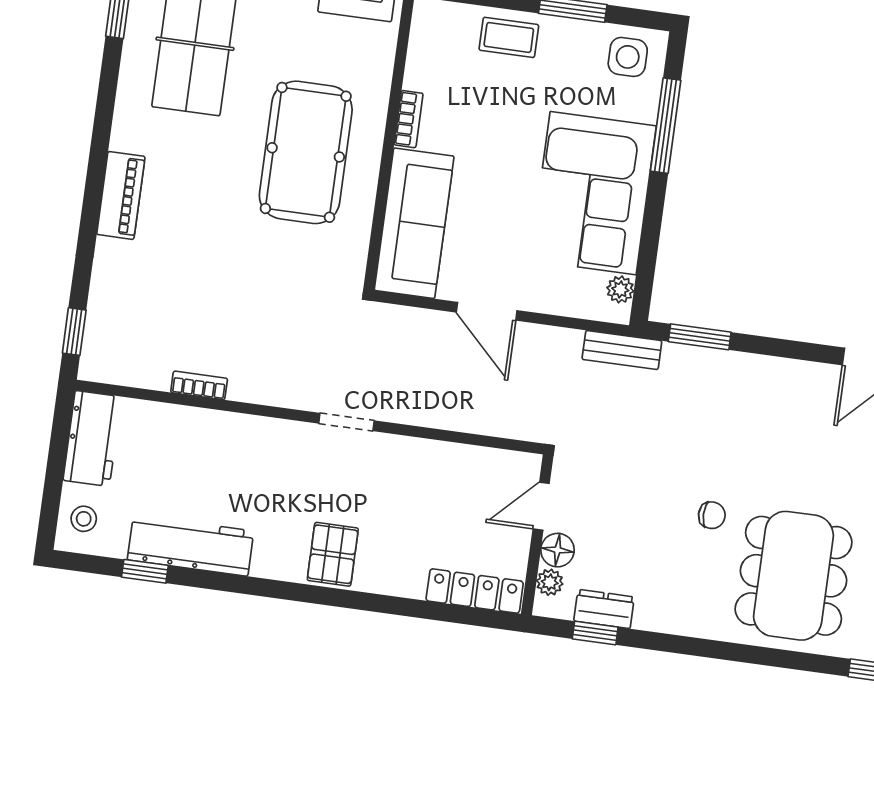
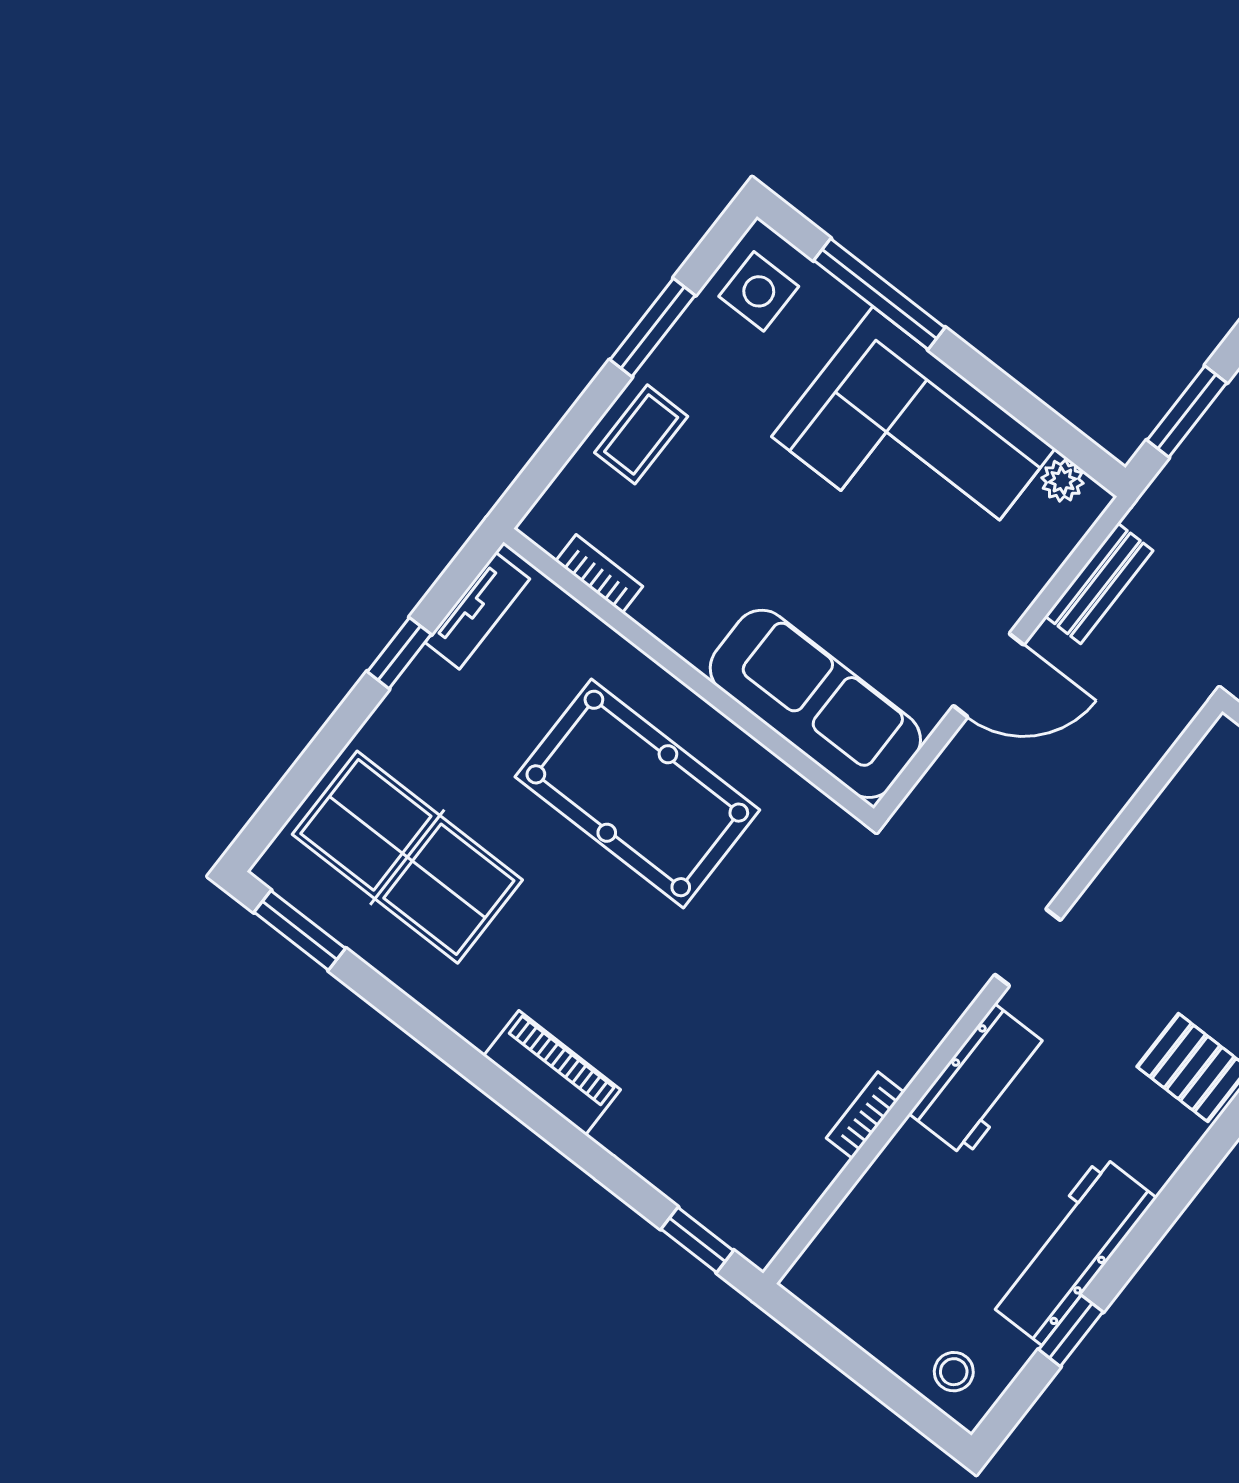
bookcase: (409, 119) -> (599, 574), moved
bench: (622, 350) -> (1099, 583), moved
workbench: (92, 438) -> (980, 1081), moved, turned 90

